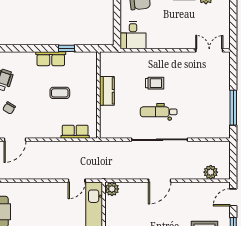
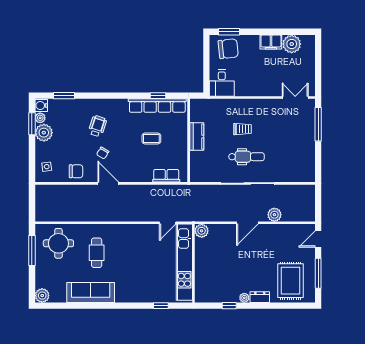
row of seats: (51, 59) -> (157, 106), width x2.02
window: (233, 108) -> (318, 124), moved
dental chair: (159, 112) -> (246, 157), turned 180
door: (15, 140) -> (108, 183), swing flipped
plant: (211, 172) -> (274, 215), moved

